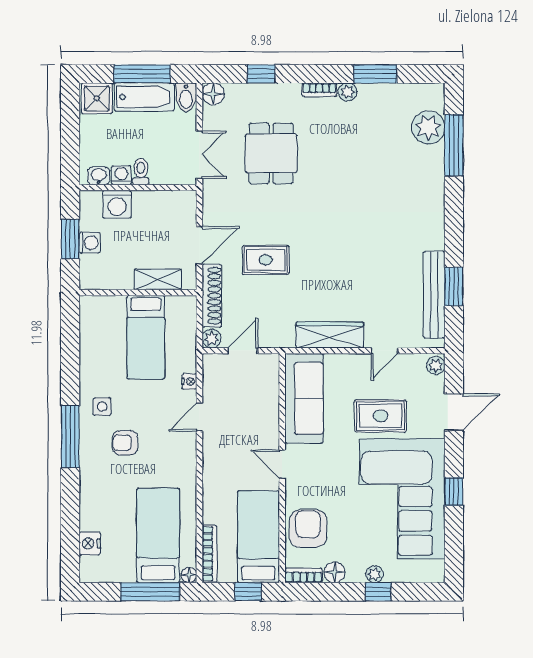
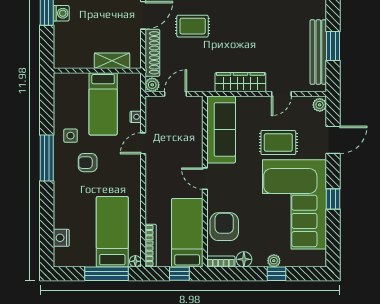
shelving: (158, 279) -> (112, 61), moved
wall: (138, 293) -> (97, 71), moved
bed: (146, 337) -> (103, 104), moved

